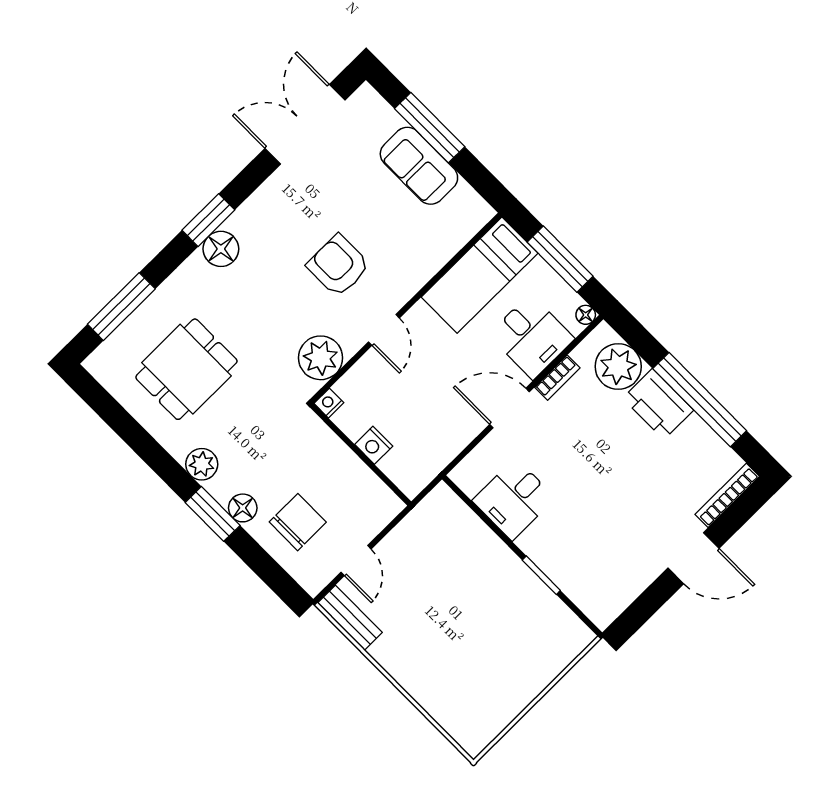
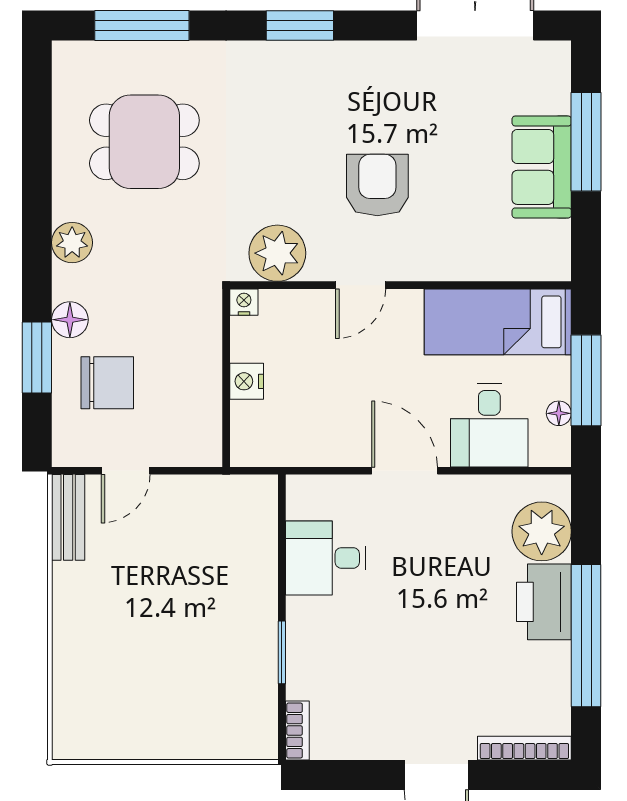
floor lamp: (221, 249) -> (285, 63), removed
floor lamp: (586, 315) -> (559, 413), moved
bookcase: (557, 378) -> (297, 731), moved, turned -90
window: (213, 514) -> (37, 357), moved

